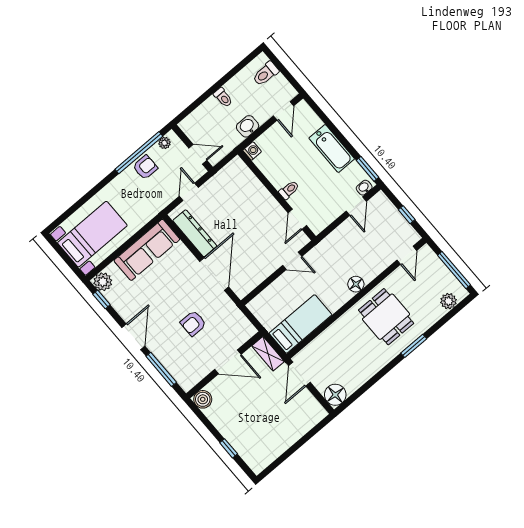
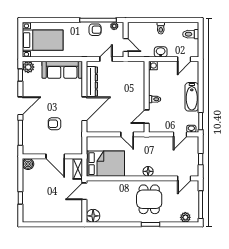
bed: (301, 324) -> (105, 164), width x1.50

